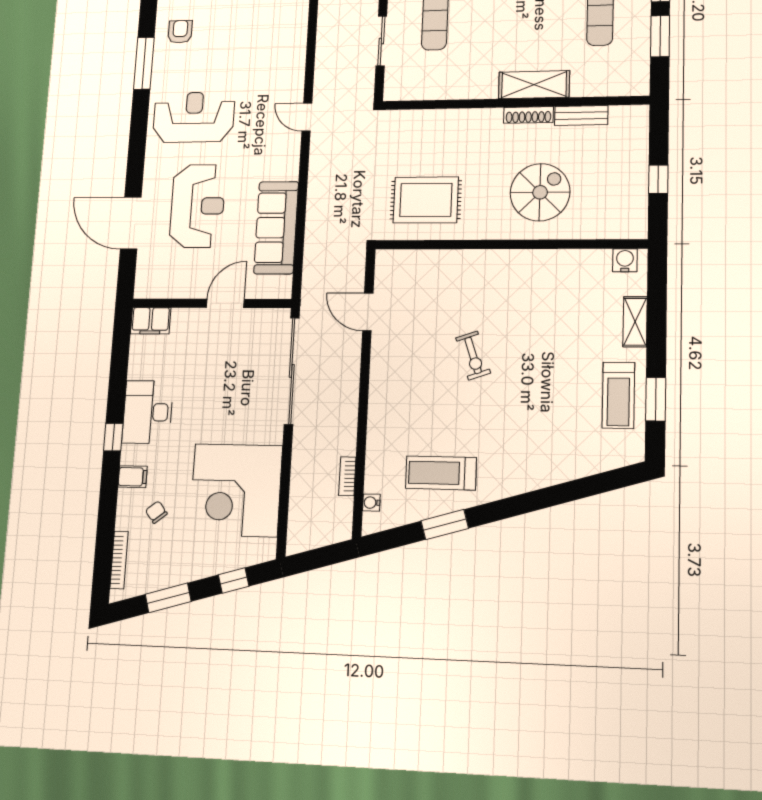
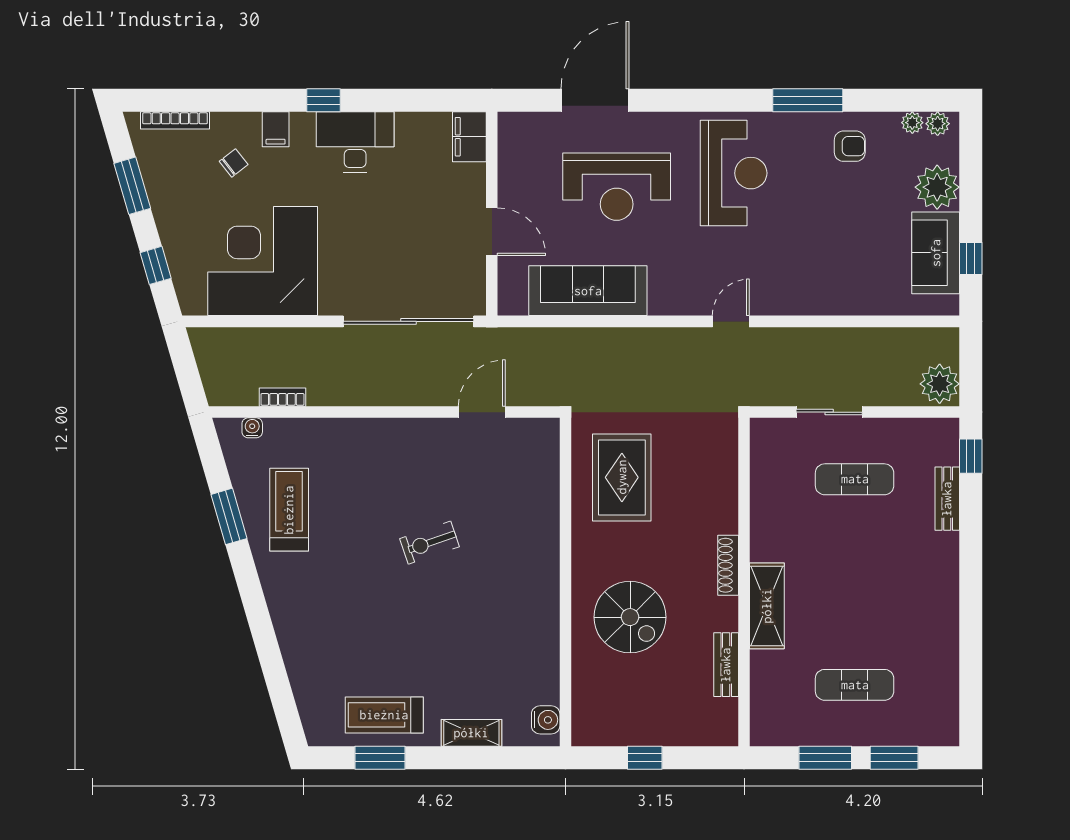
shoe rack: (528, 115) -> (728, 565), moved

